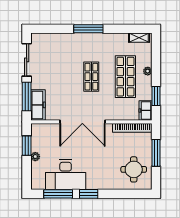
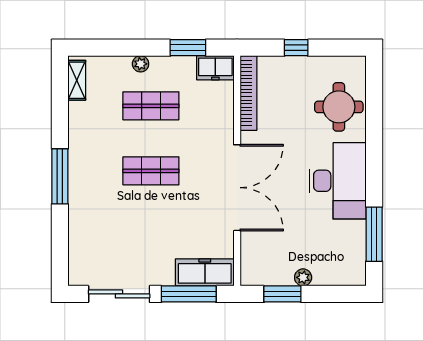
shop shelf: (125, 77) -> (151, 106), width x0.70, depth x0.74
window: (156, 153) -> (296, 48), width x0.46
round table: (134, 169) -> (339, 107), moved
desk: (66, 175) -> (338, 181), moved
window: (89, 194) -> (374, 176), removed

